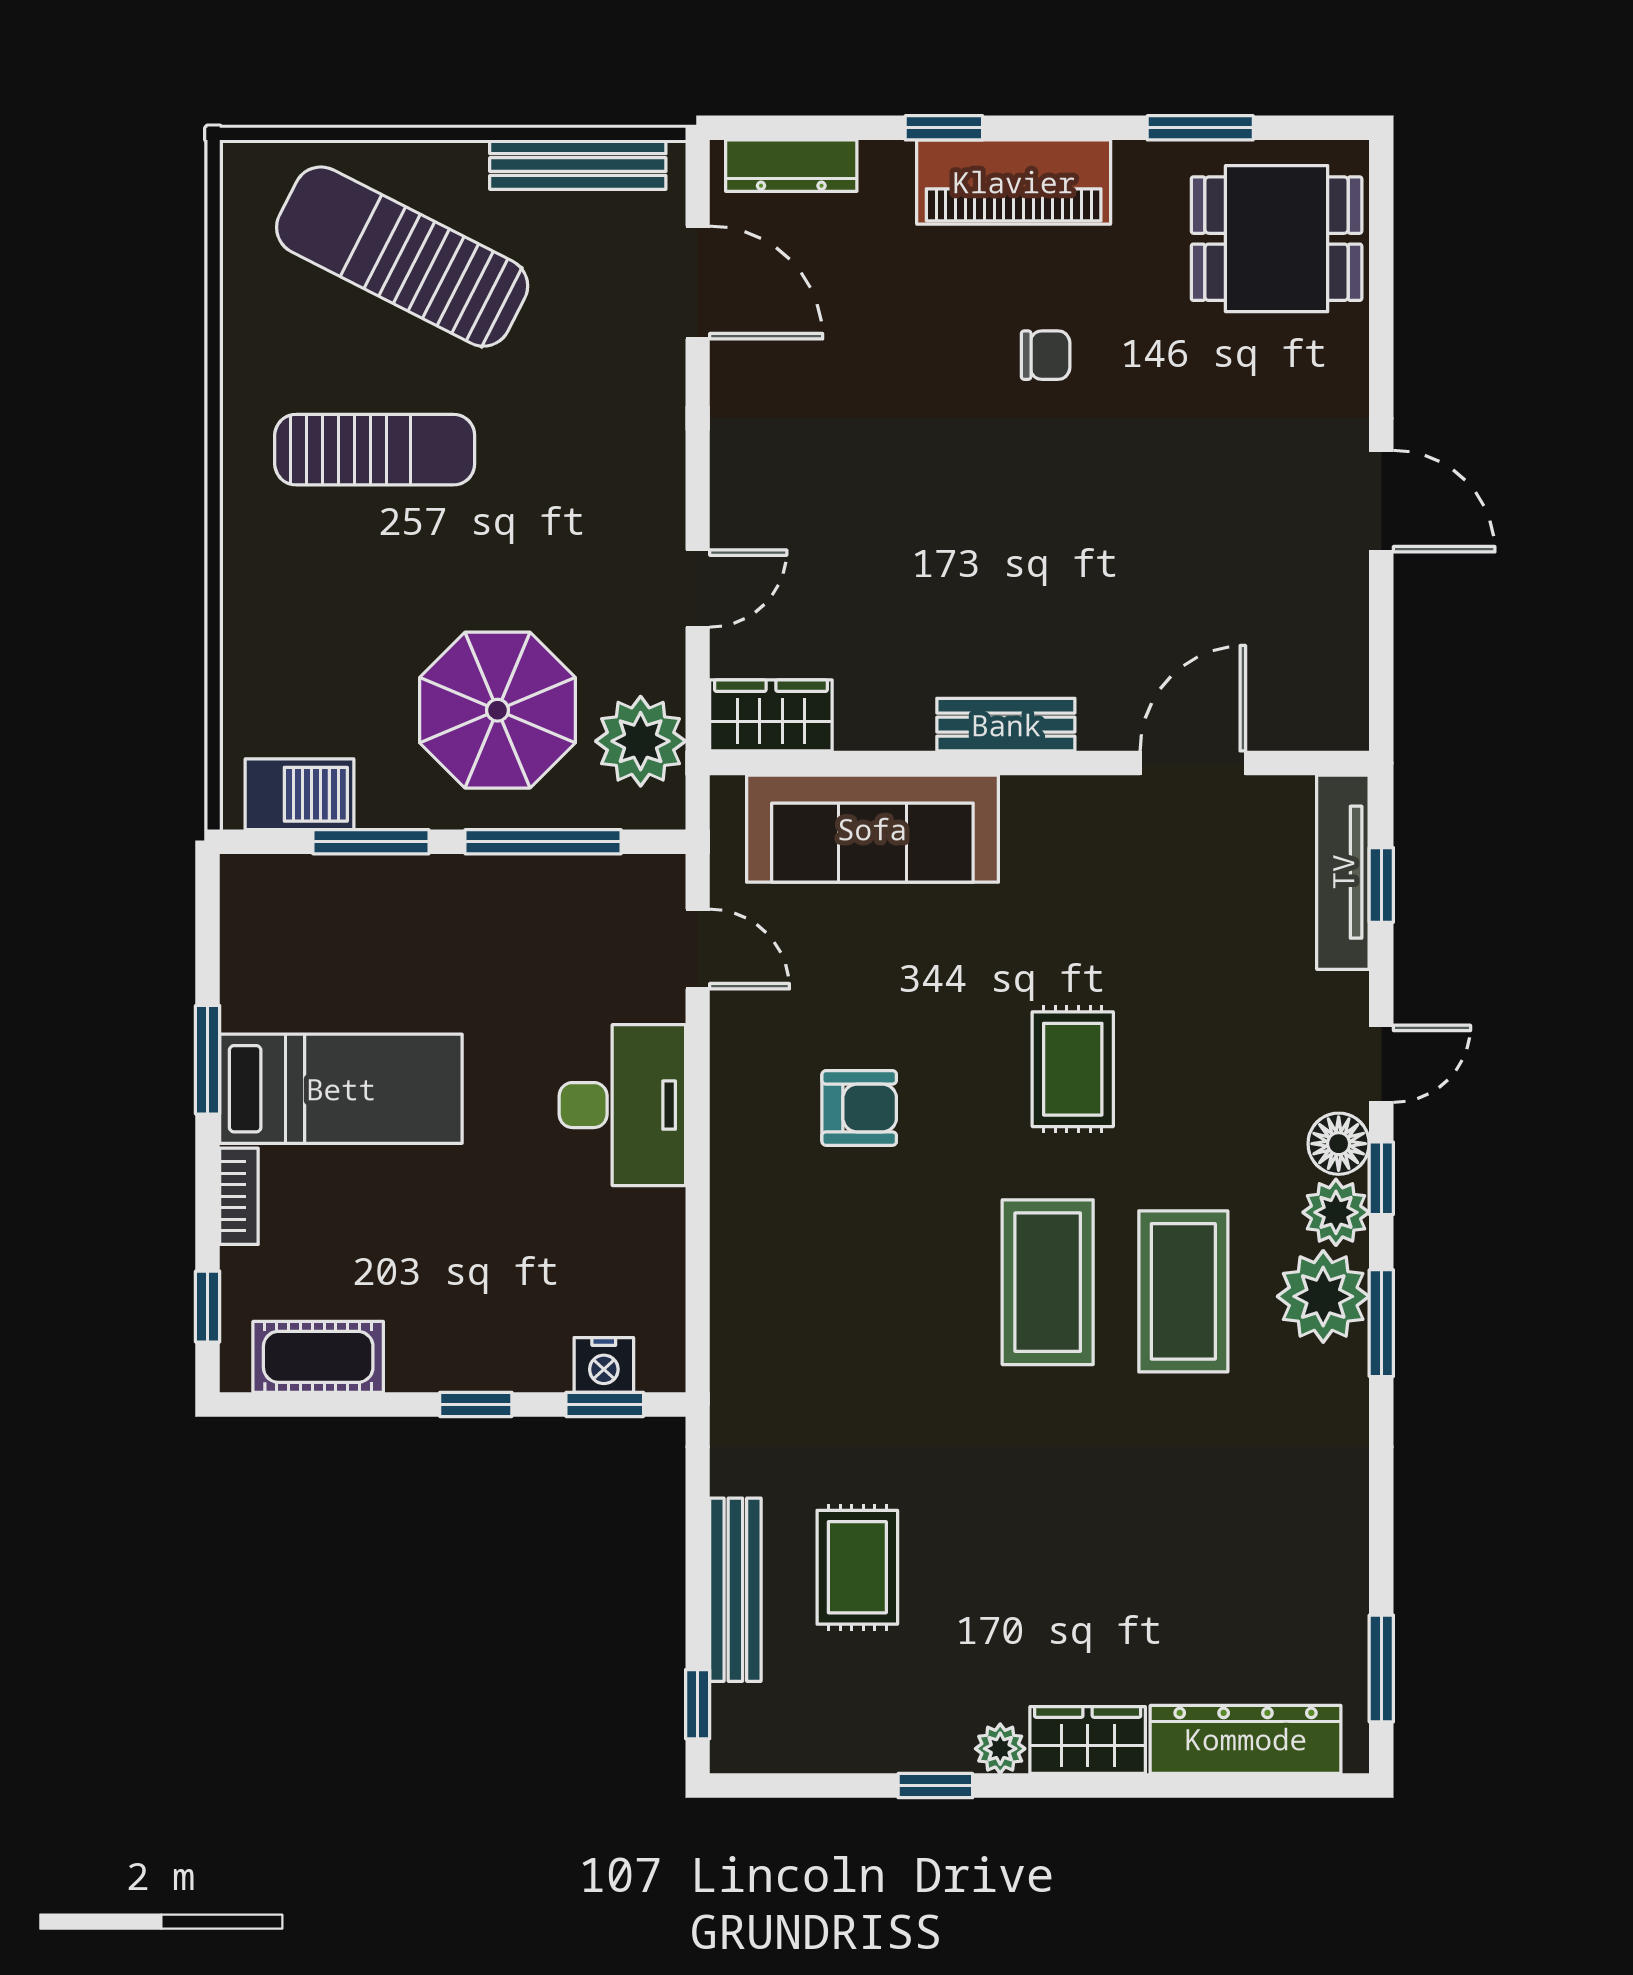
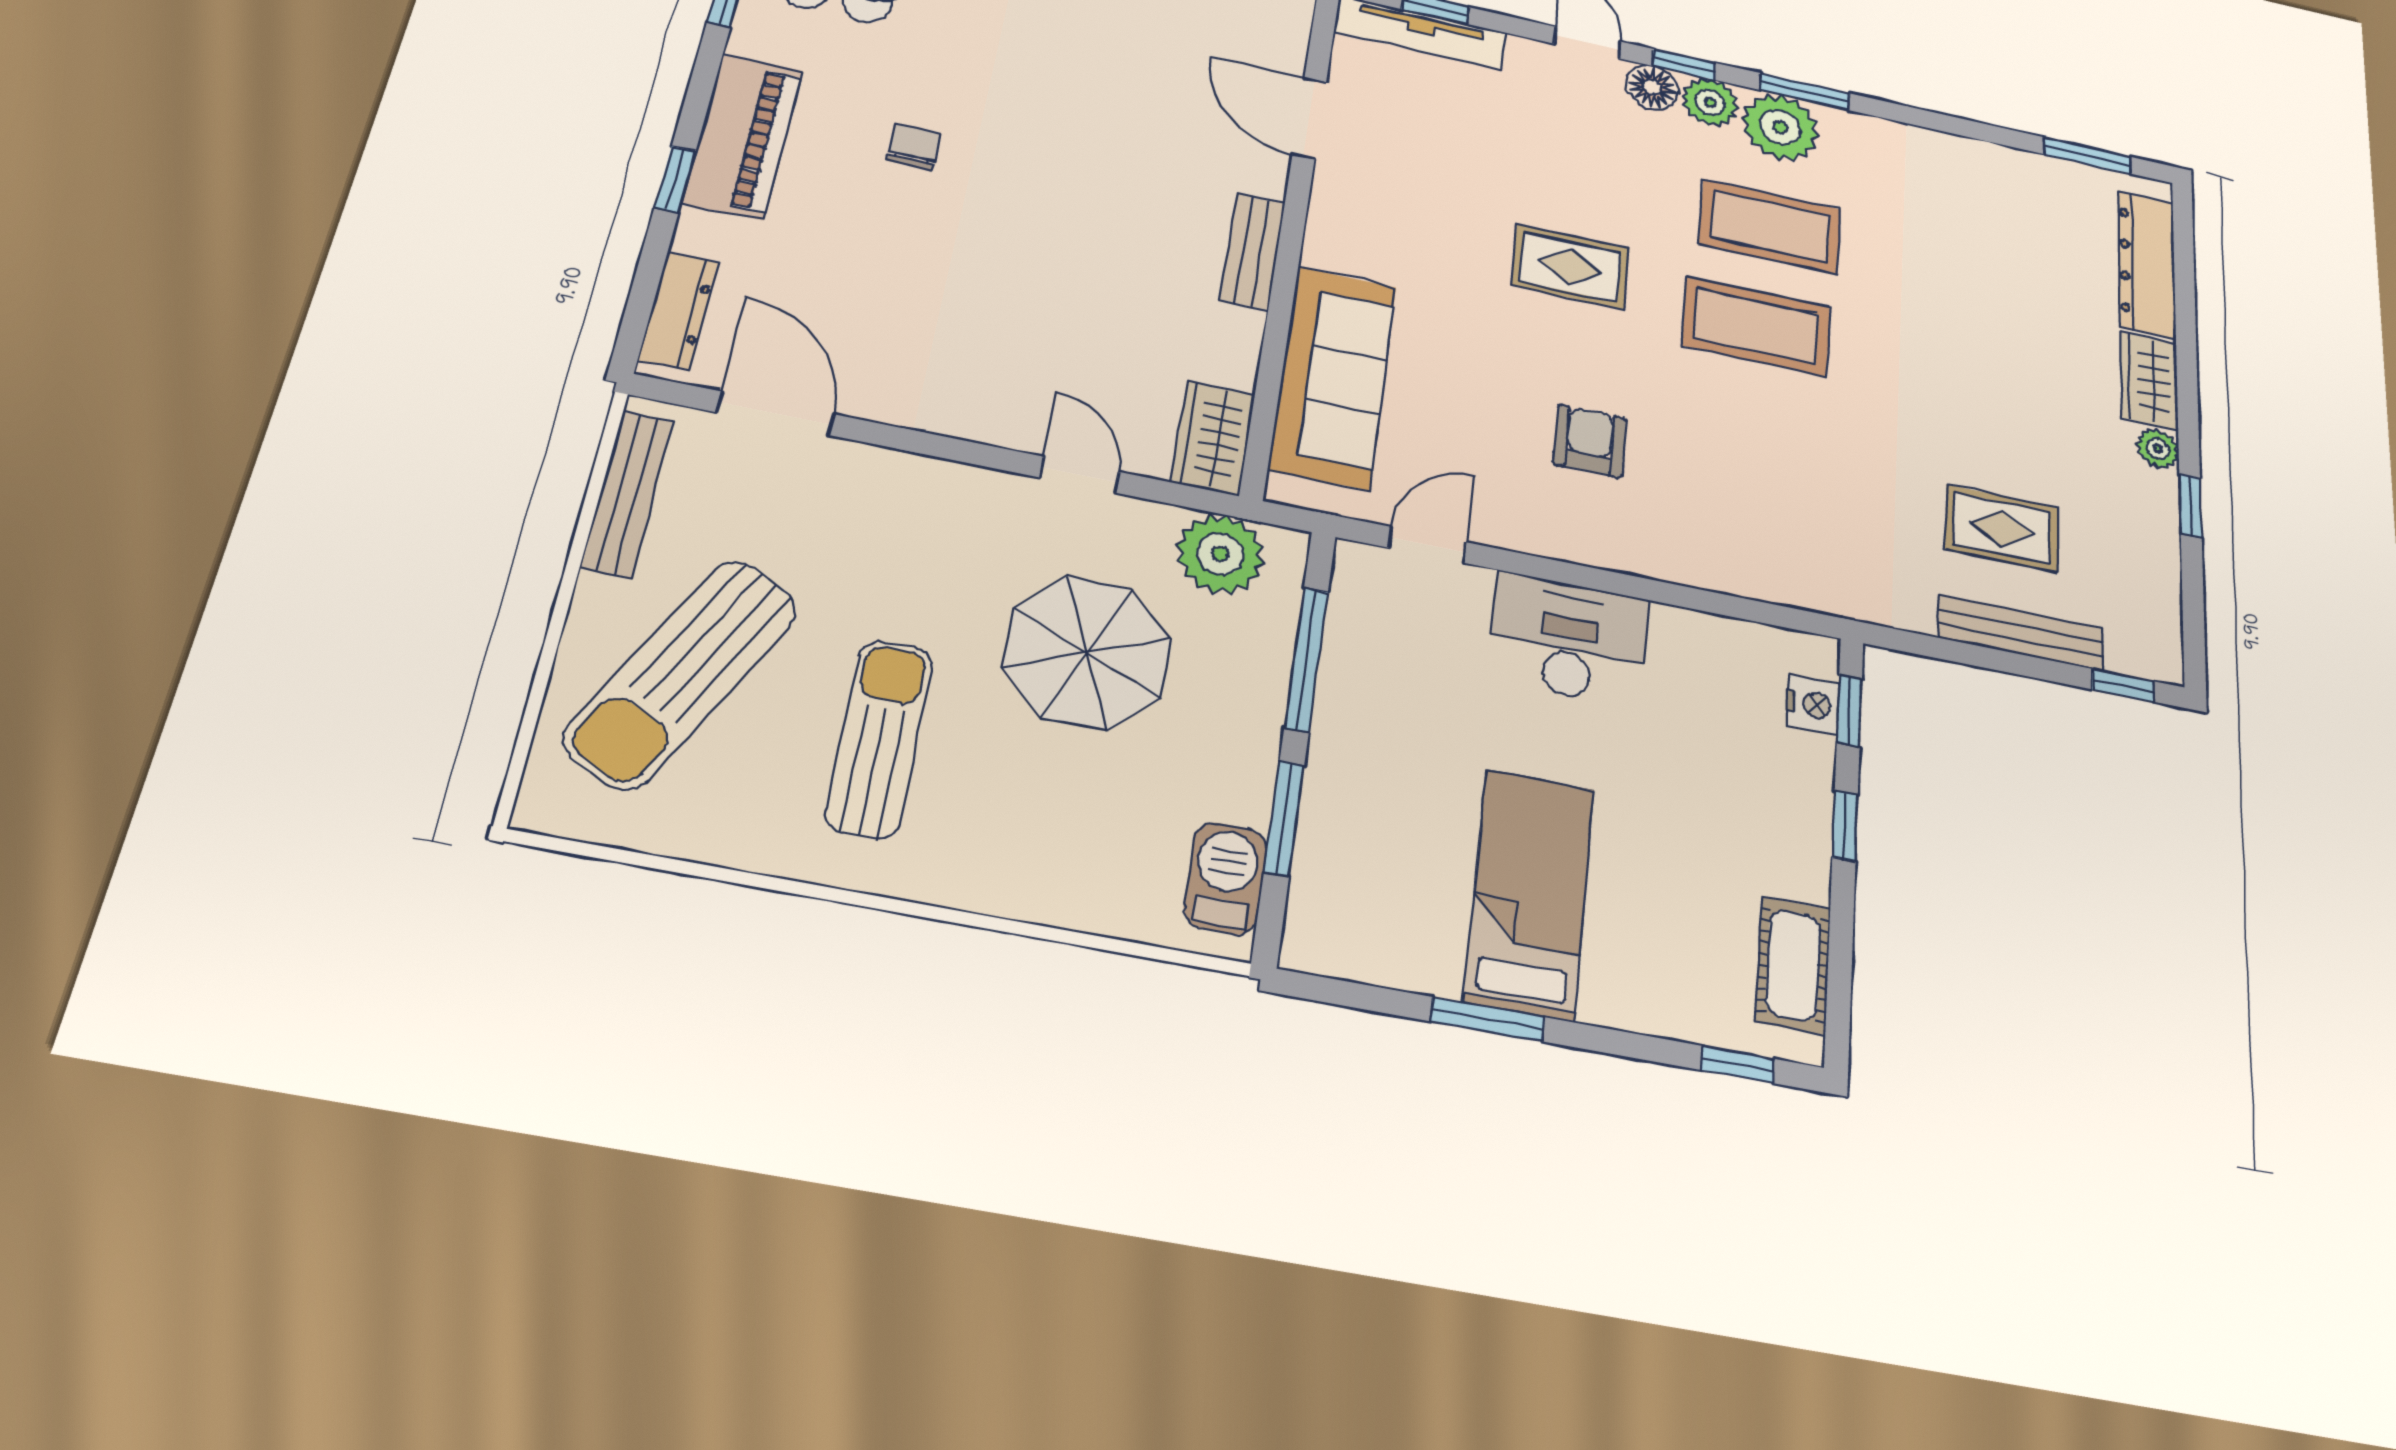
door: (698, 282) -> (775, 413), hinge flipped
parasol: (498, 710) -> (1087, 653), moved
bookcase: (239, 1196) -> (1629, 1013), removed

